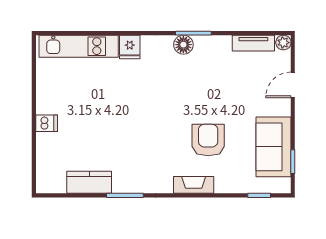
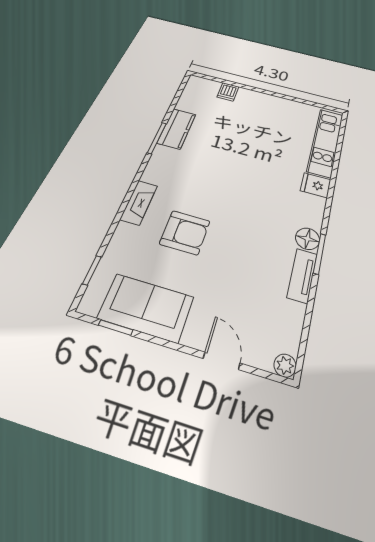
tv unit: (253, 43) -> (302, 275), moved
dishwasher: (47, 123) -> (228, 92), moved
kitchen counter: (89, 182) -> (177, 129), moved

